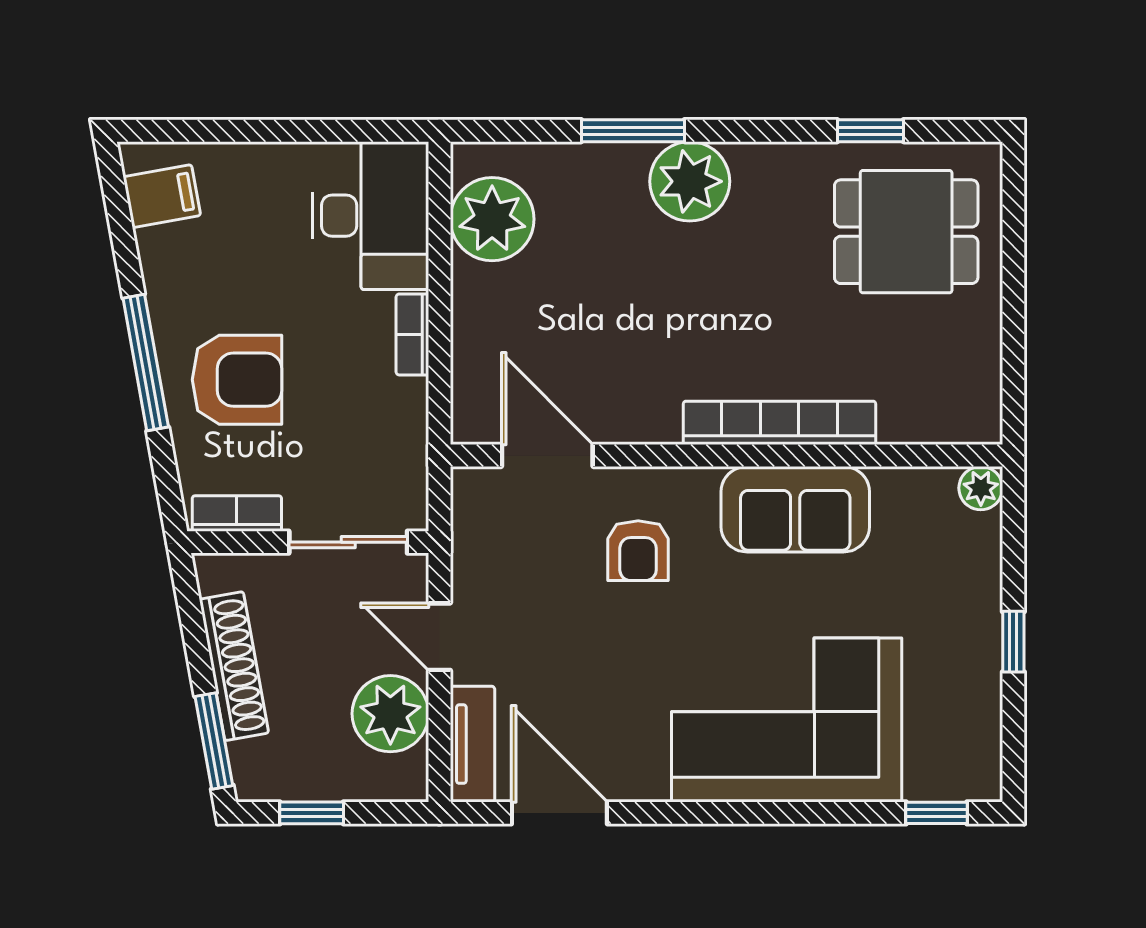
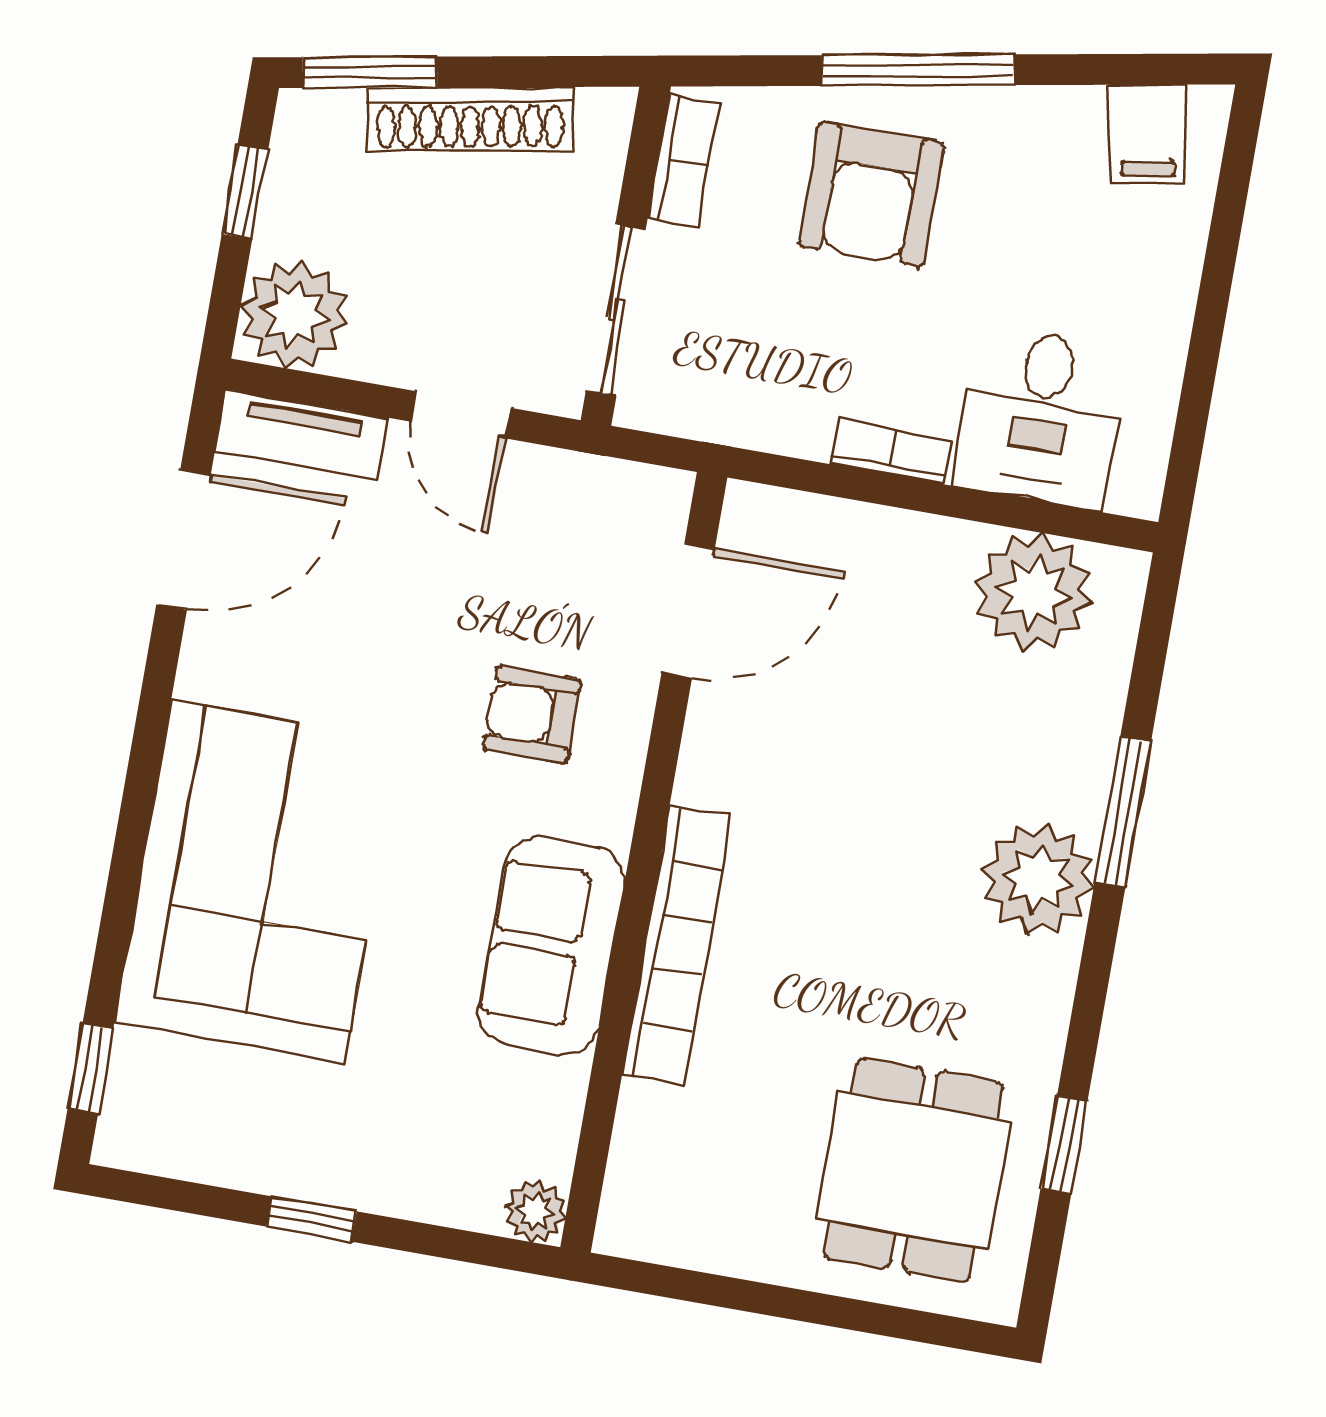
desk: (370, 216) -> (1040, 417), width x0.73
door: (439, 637) -> (461, 415), swing flipped
plant: (390, 714) -> (294, 314), moved

